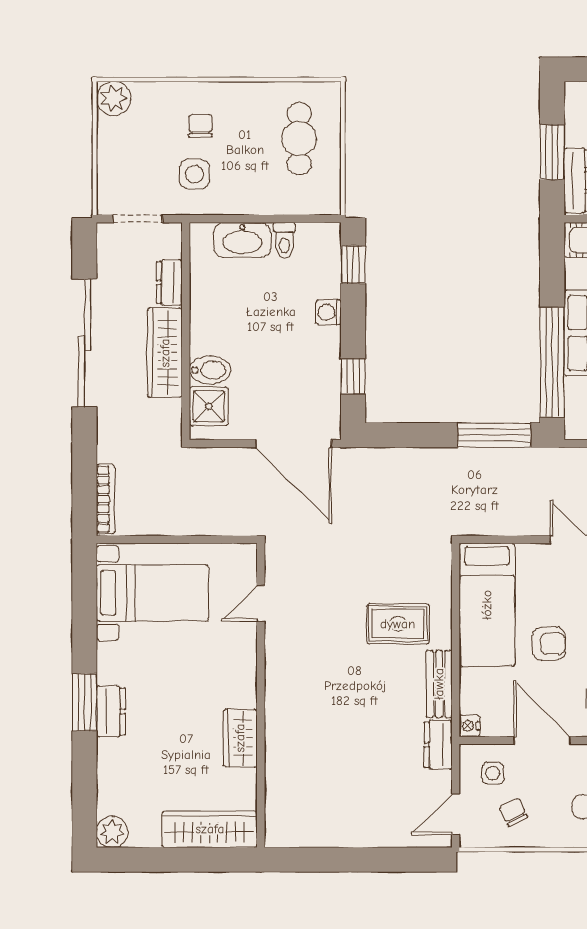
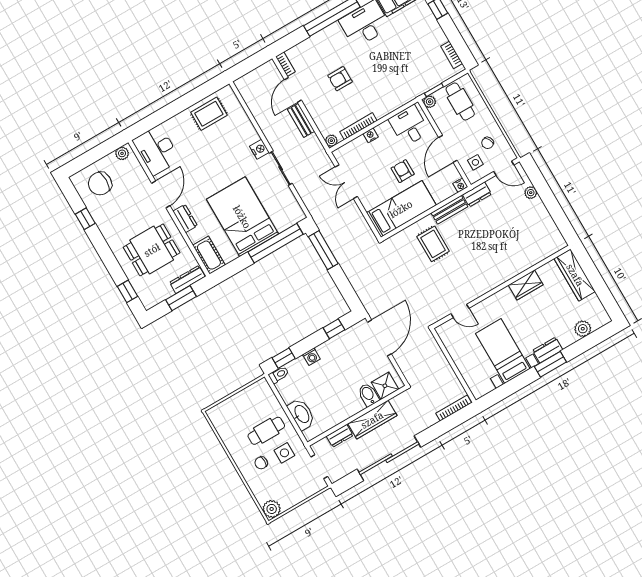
cafe table: (299, 139) -> (266, 431), moved
toilet: (284, 240) -> (279, 375), moved
bed with nightstands: (152, 593) -> (503, 351), moved
plant: (112, 832) -> (583, 329), moved
plant: (389, 836) -> (531, 193), added

